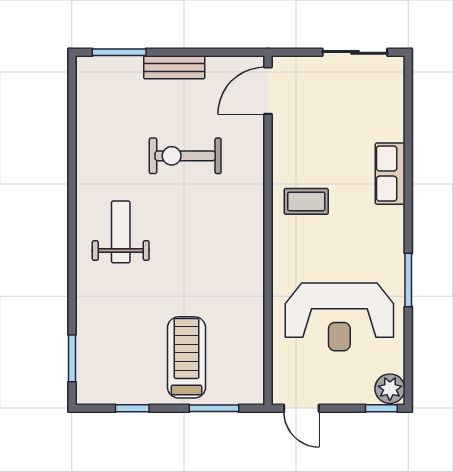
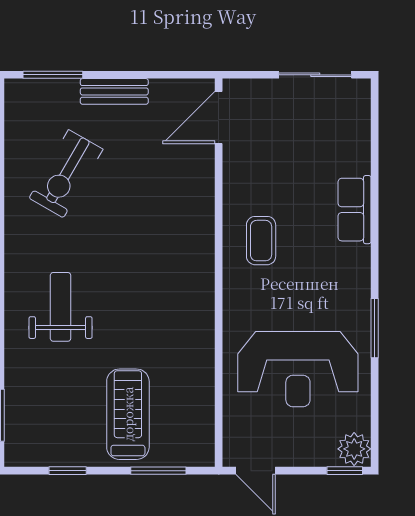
exercise bike: (185, 156) -> (66, 174), moved, turned -60
coffee table: (306, 201) -> (261, 241), turned 90
weight bench: (121, 232) -> (61, 307), moved

